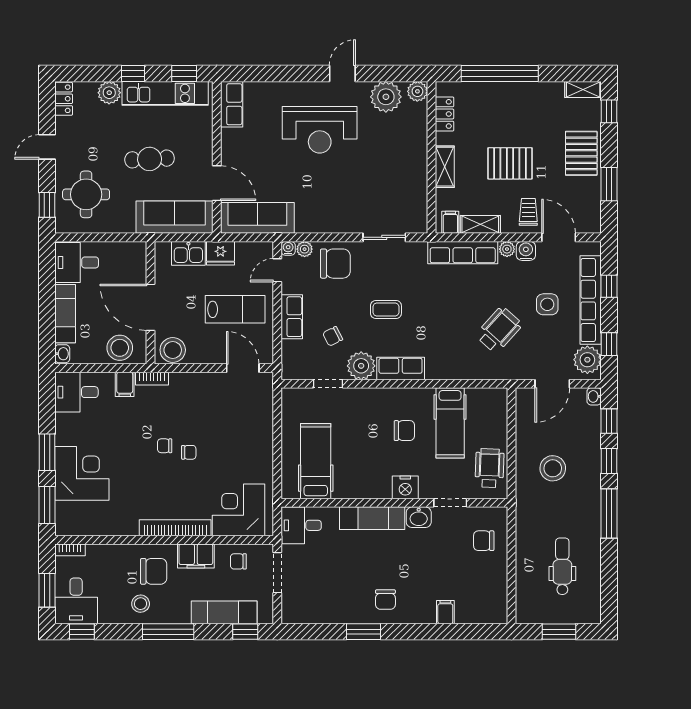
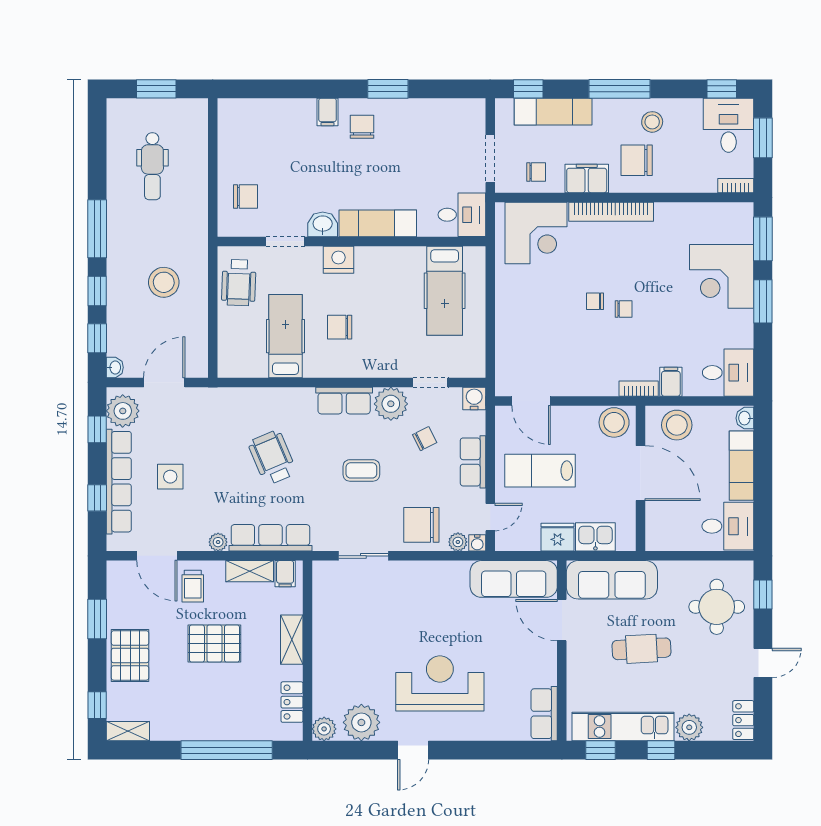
water cooler: (526, 251) -> (474, 398), moved, turned 180
wheelchair: (499, 330) -> (272, 458), moved, turned 115
filing cabinet: (445, 612) -> (327, 112), moved

